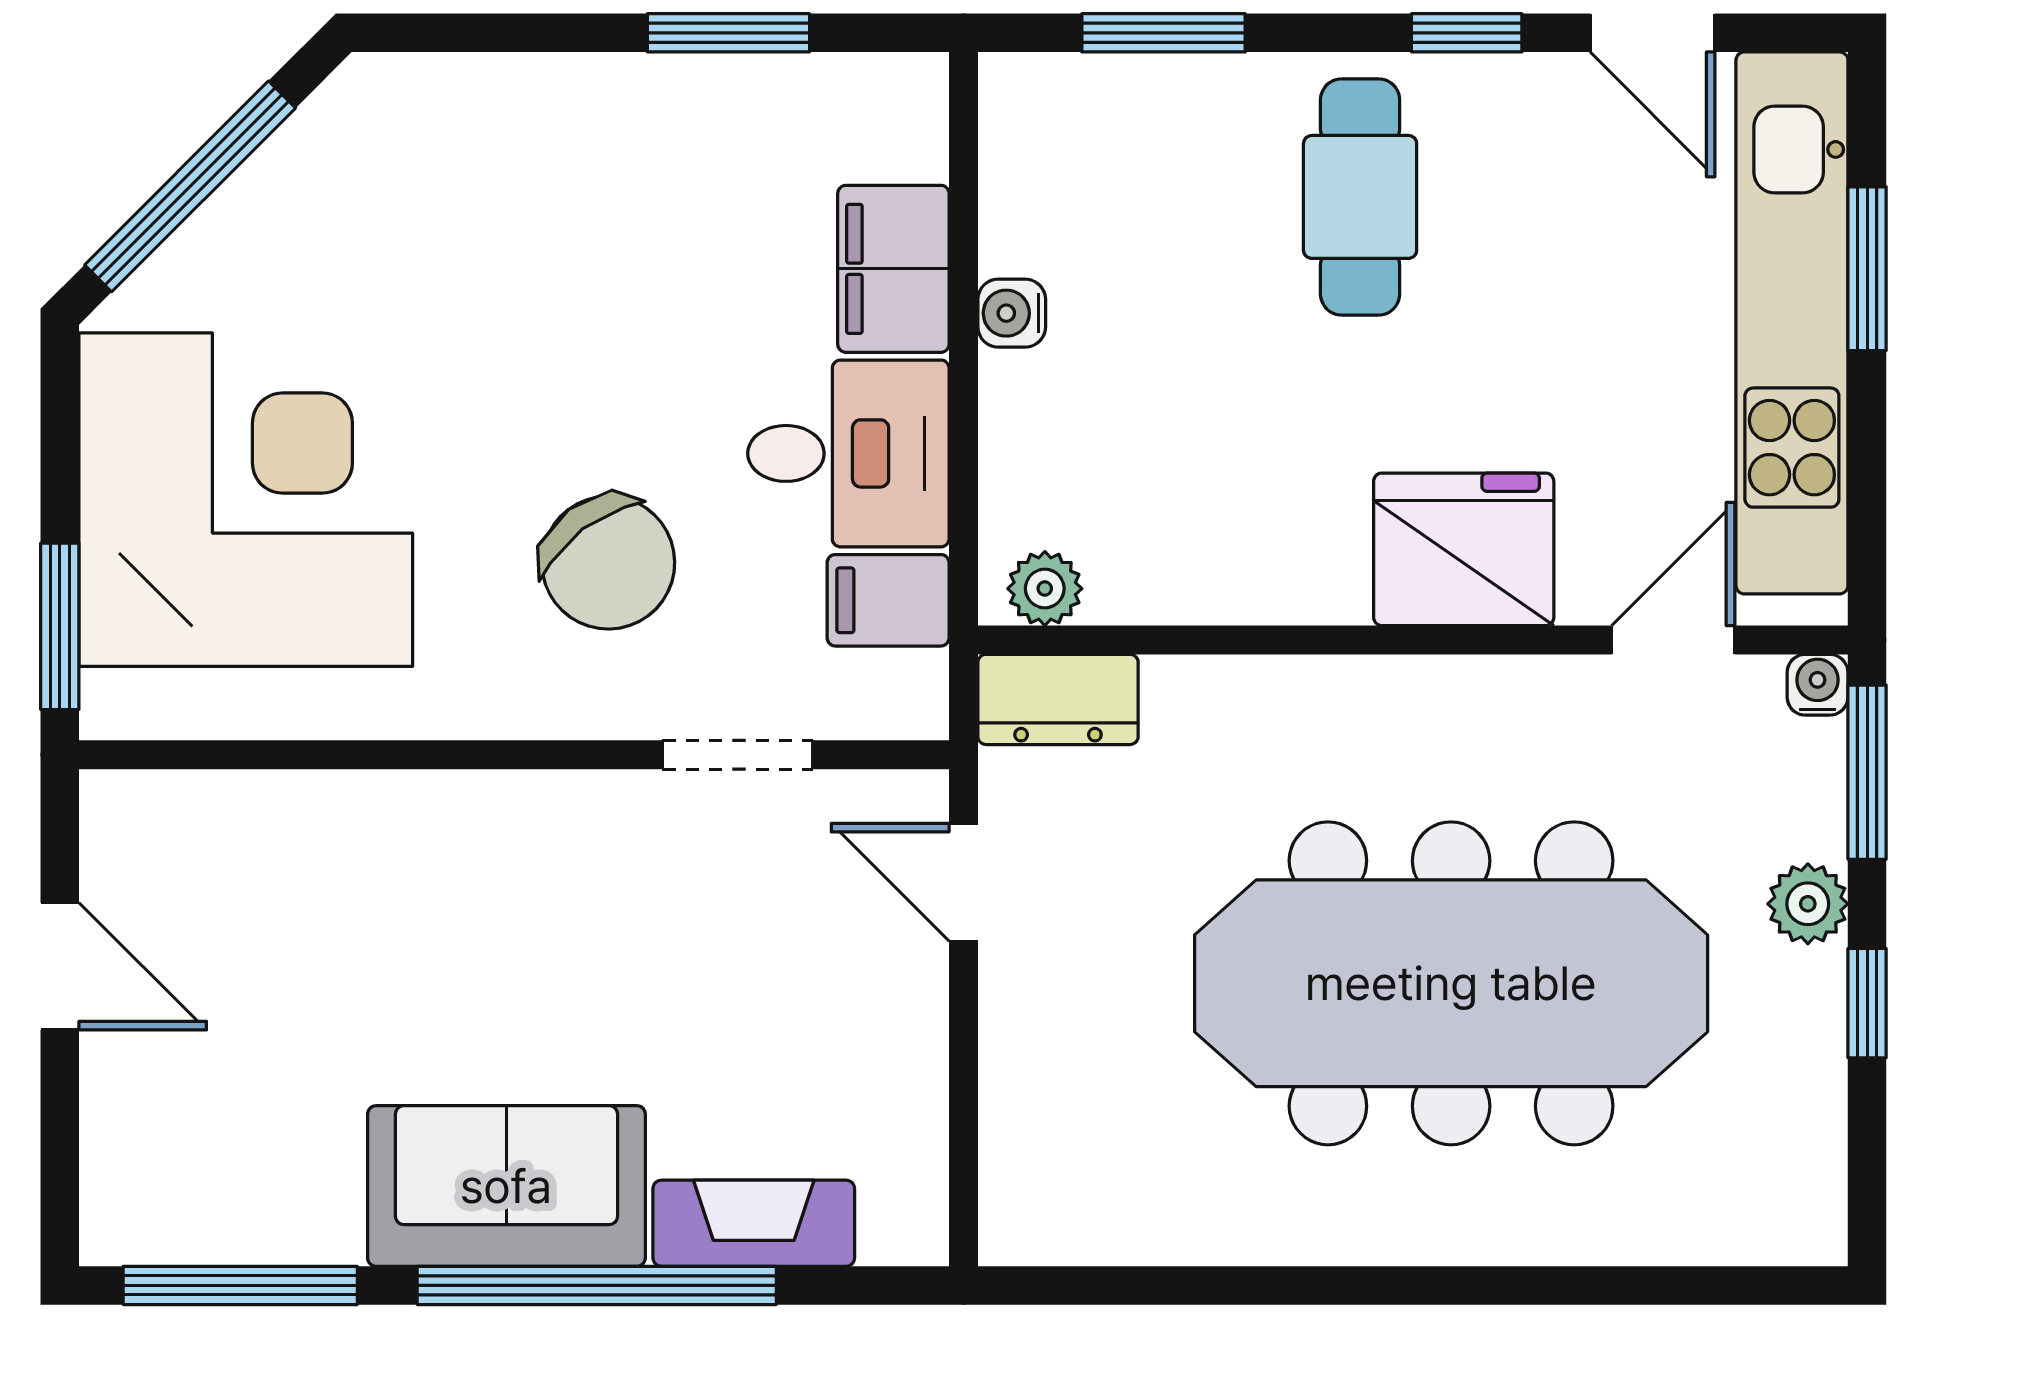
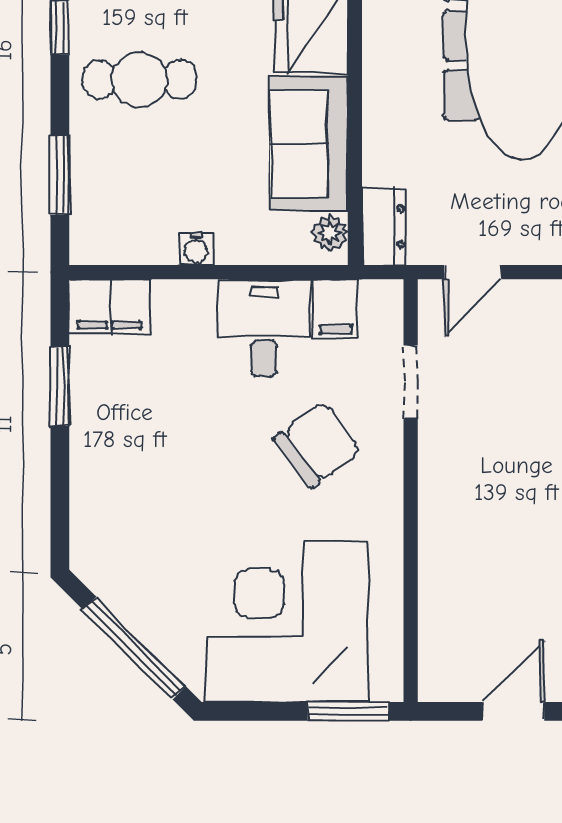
filing cabinet: (893, 269) -> (110, 306), moved
sofa: (1228, 546) -> (309, 144), added

